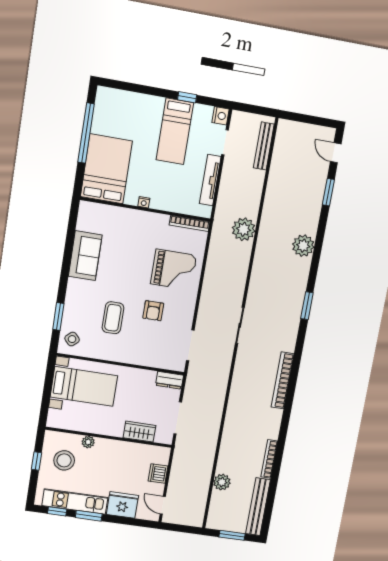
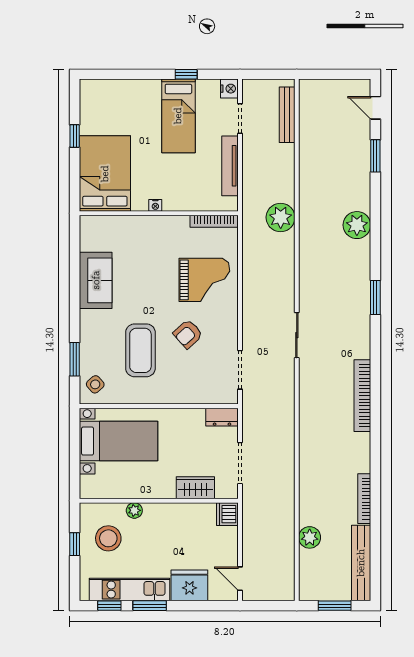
window: (86, 133) -> (75, 136), width x0.32
armchair: (153, 311) -> (188, 334), turned 48
coffee table: (113, 318) -> (140, 350), width x1.36, depth x1.32
dishwasher: (158, 474) -> (227, 514), moved

